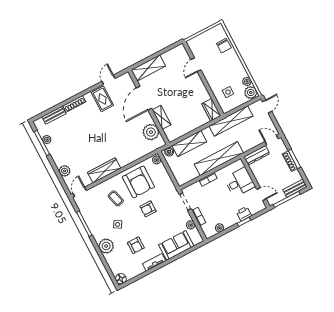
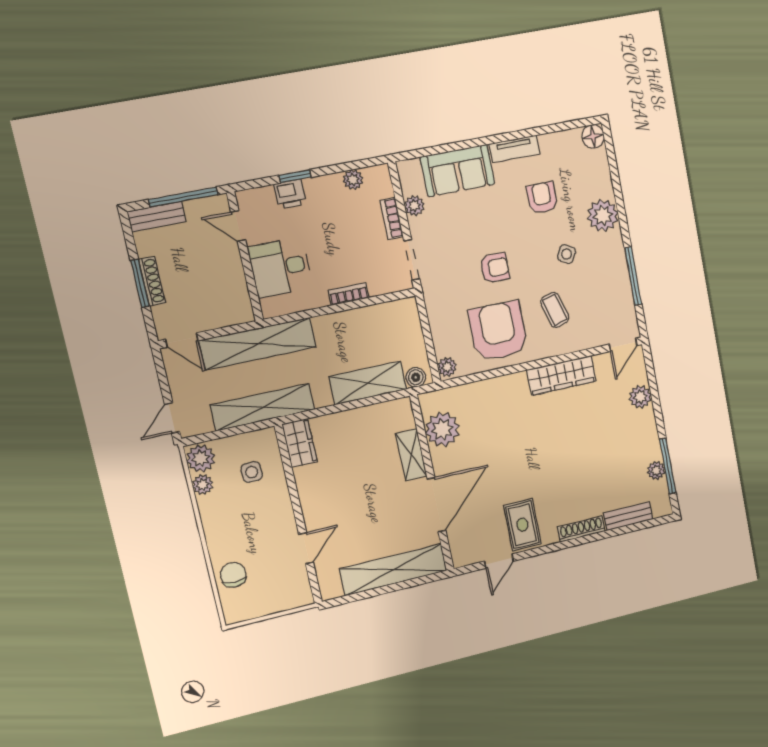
shelving: (148, 68) -> (393, 570), width x1.47
dresser: (257, 155) -> (225, 316), removed
shelving: (219, 159) -> (258, 344), moved

